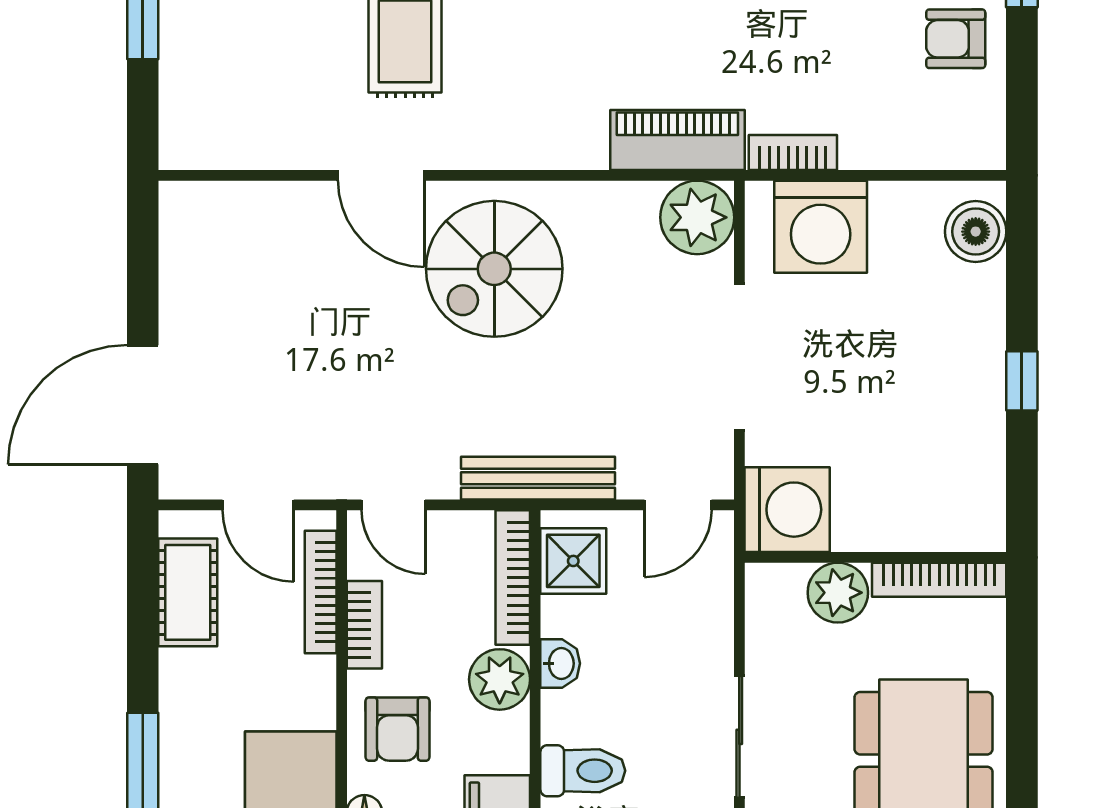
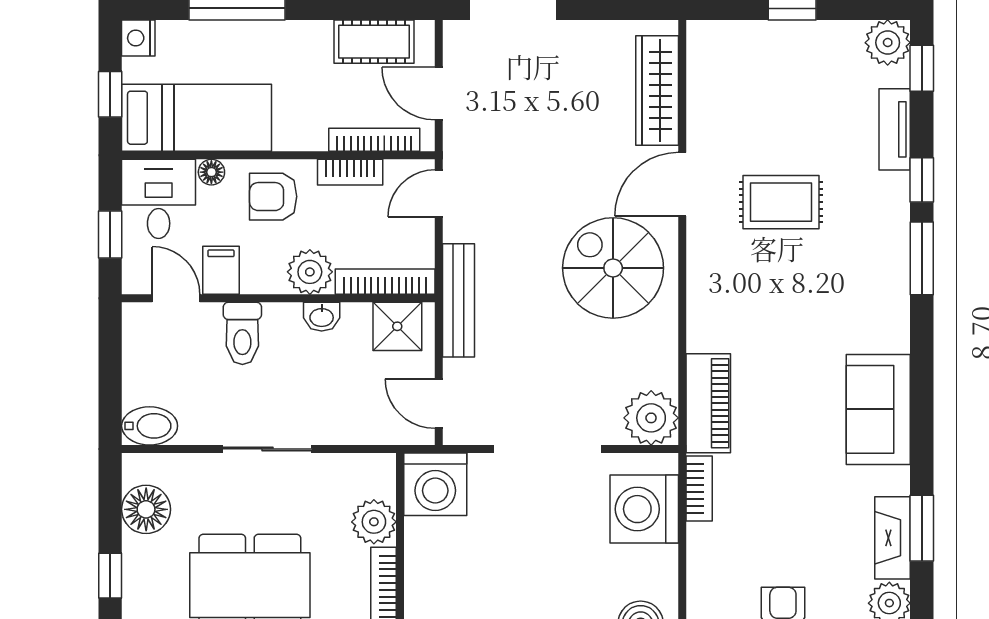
wardrobe: (254, 209) -> (657, 91), added
door: (258, 505) -> (439, 94), hinge flipped

